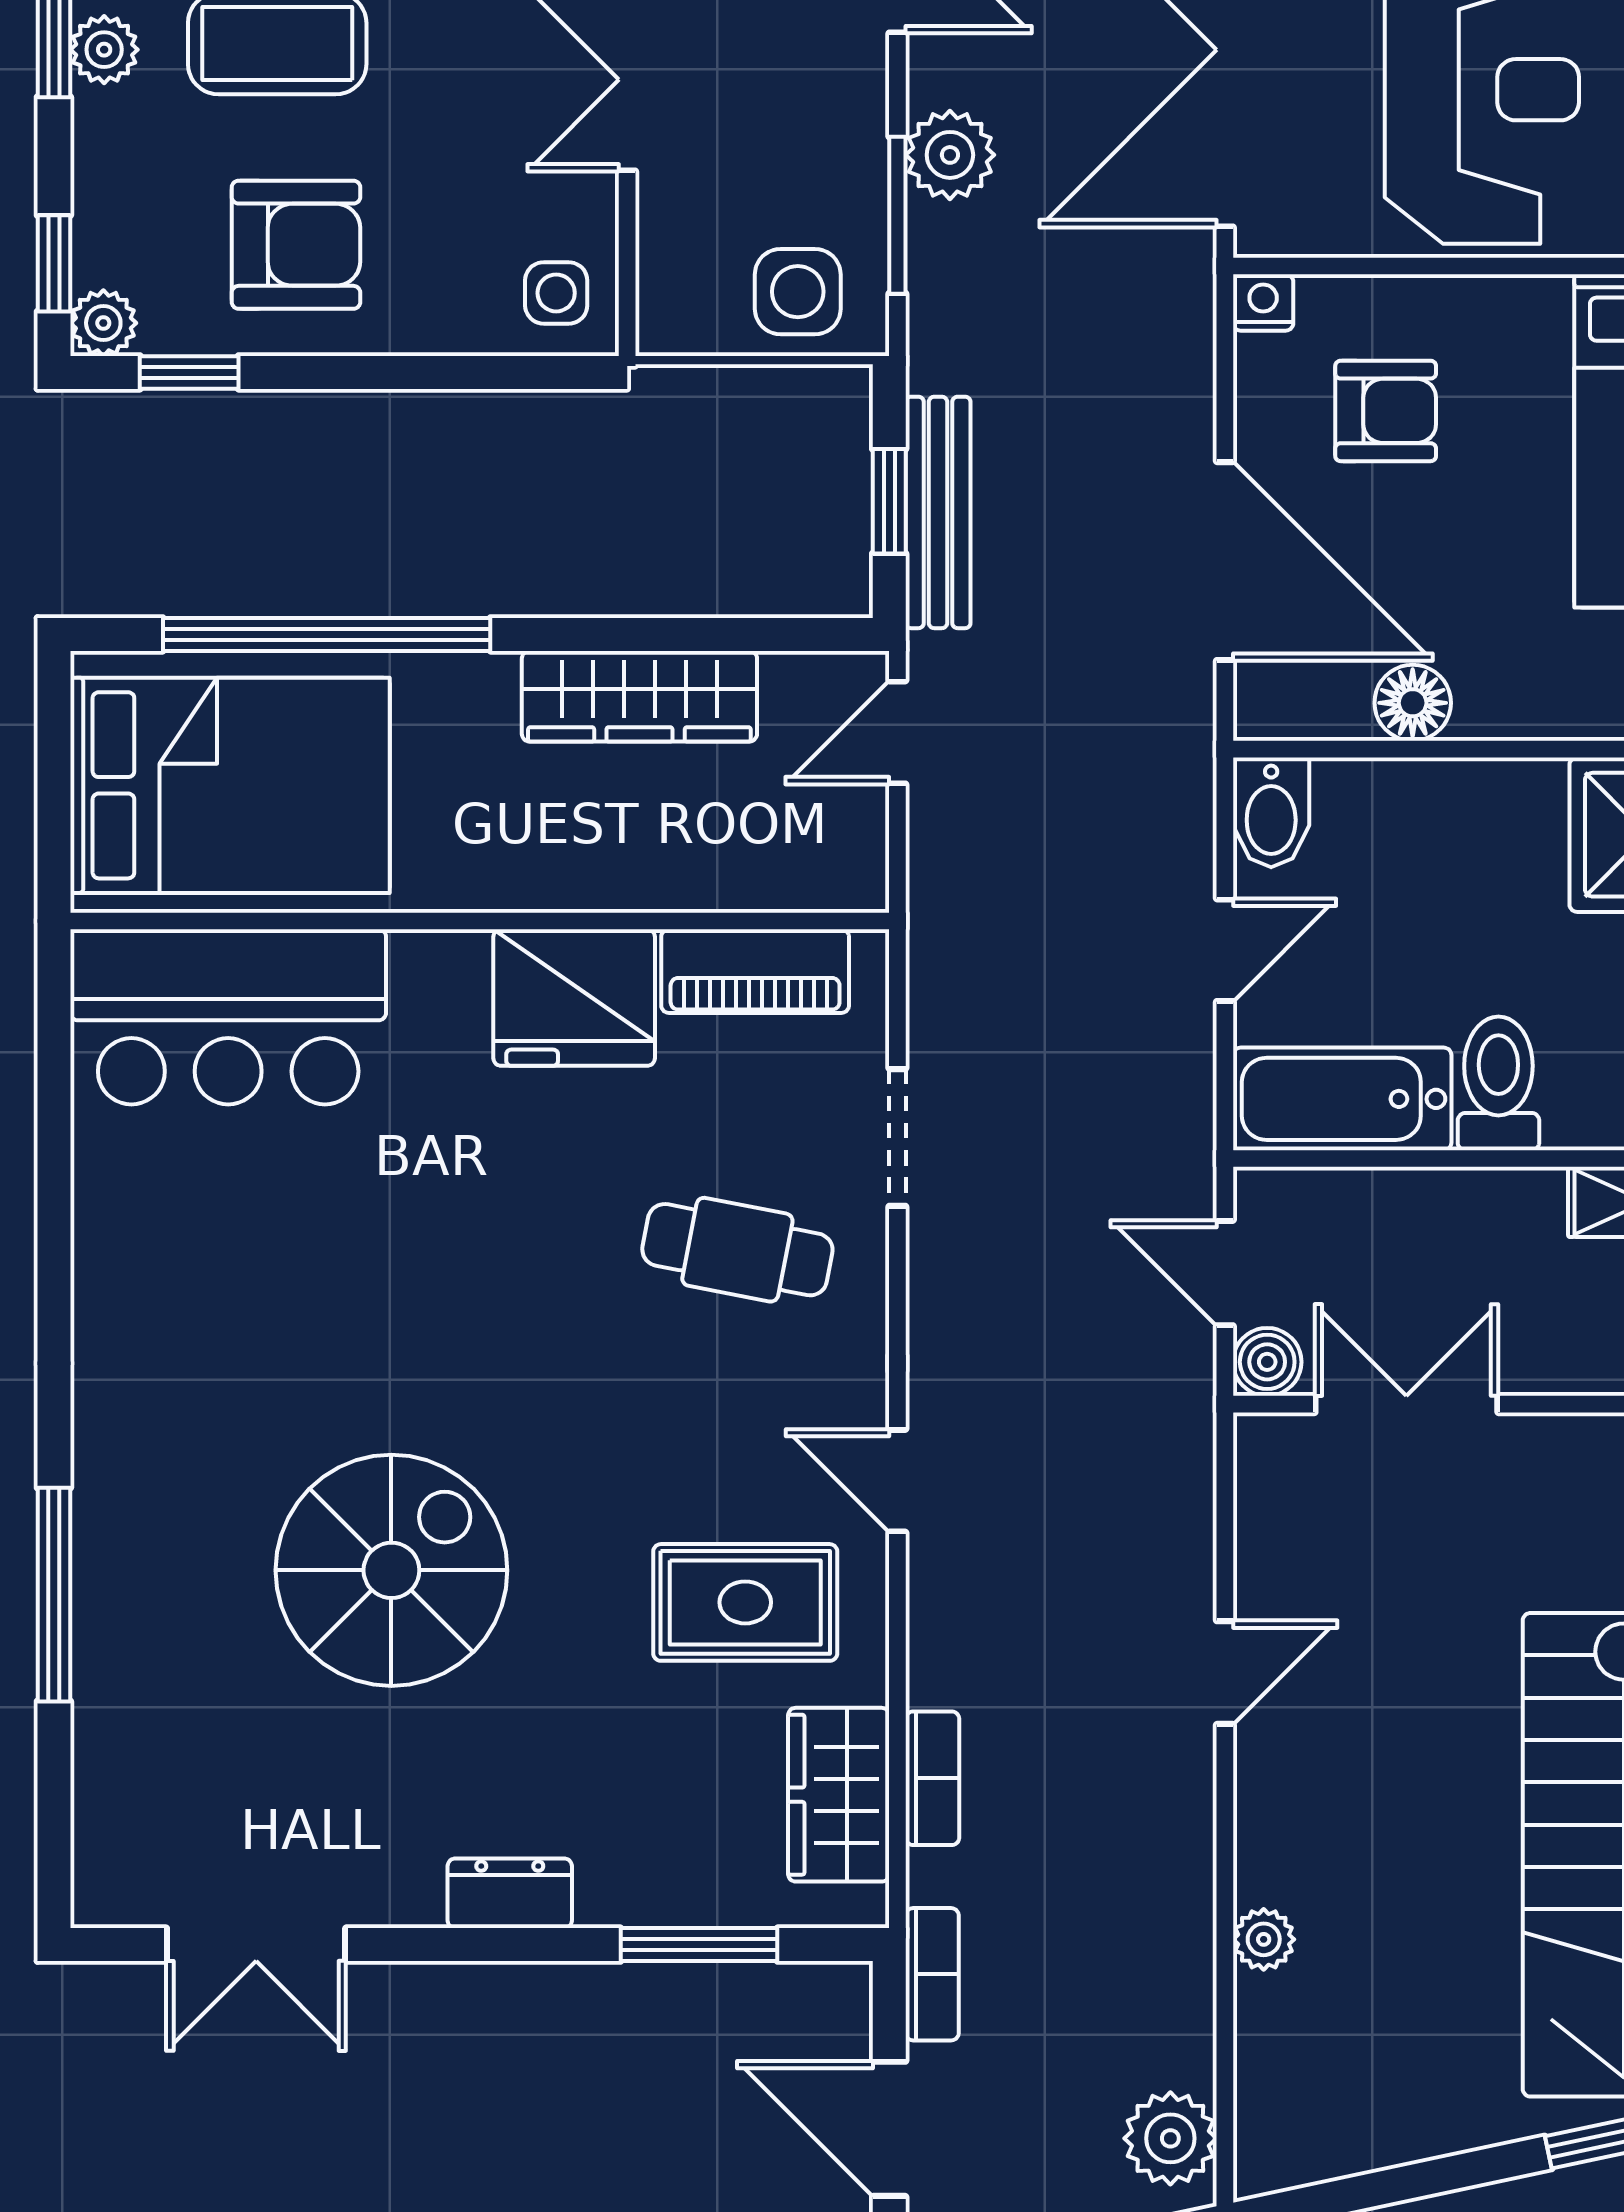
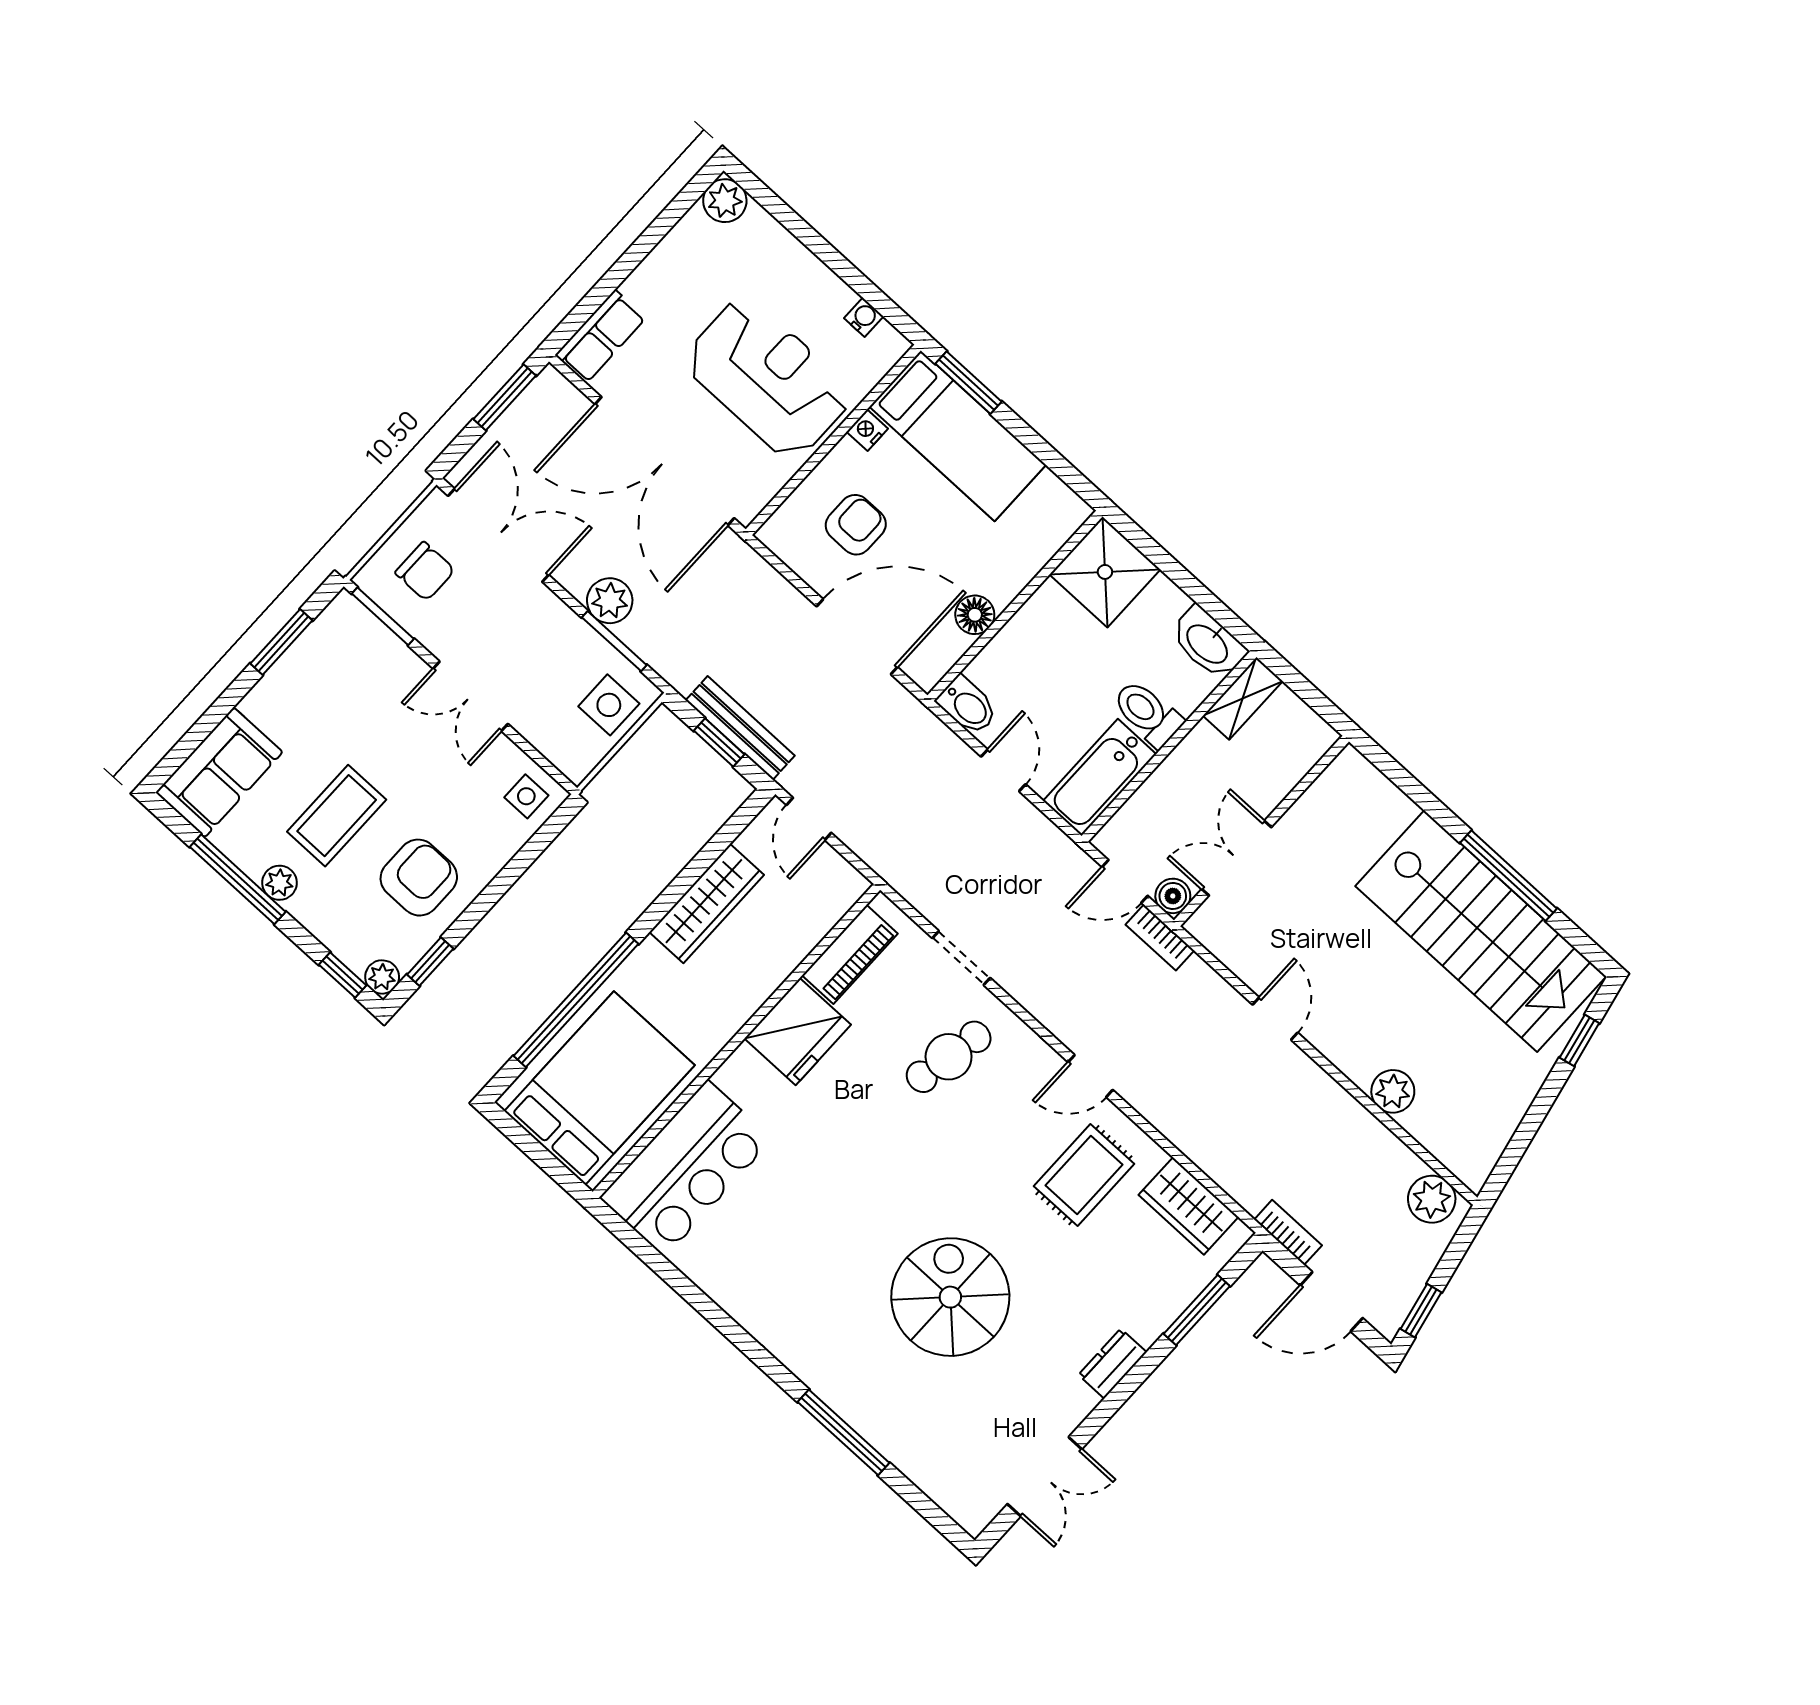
nightstand: (1263, 302) -> (867, 430), moved
bookcase: (932, 1778) -> (1160, 937), moved, turned 180
plant: (1264, 1939) -> (1393, 1091), width x1.38, depth x1.38

